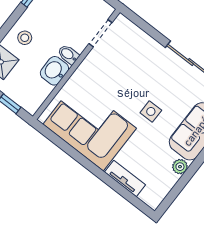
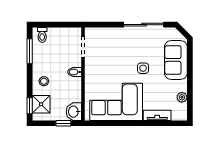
washbasin: (54, 71) -> (74, 112), moved
plant: (180, 167) -> (182, 97), moved

